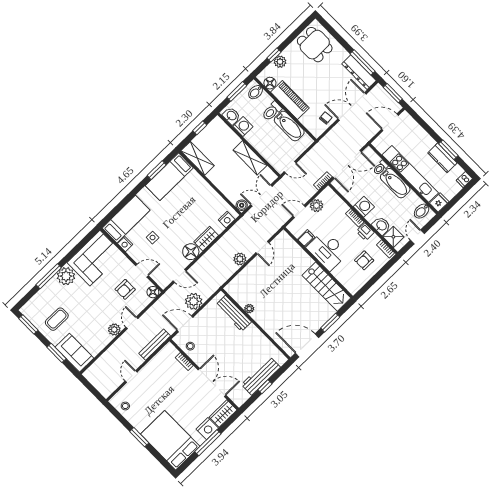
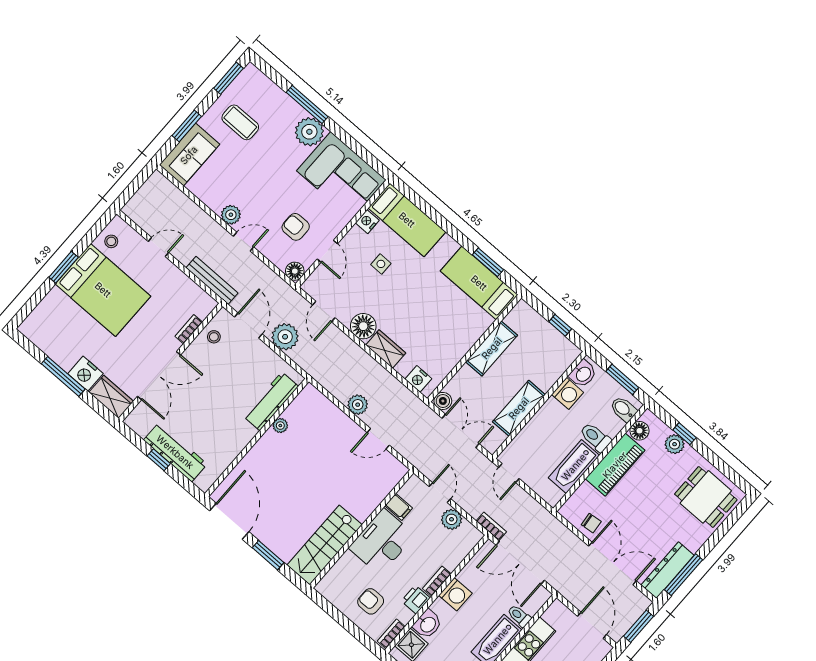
dining table: (315, 45) -> (706, 497), turned 90
shelving: (197, 158) -> (492, 348), moved
bed: (170, 440) -> (103, 290), moved, turned 90

